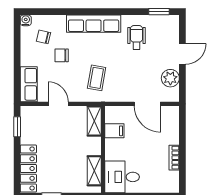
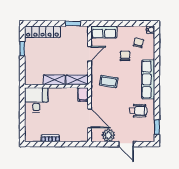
door: (147, 104) -> (90, 118), swing flipped
filing cabinet: (114, 131) -> (83, 94), moved
shelving: (94, 171) -> (54, 80), moved

